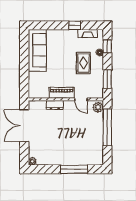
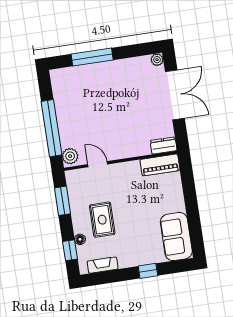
window: (75, 25) -> (148, 271), moved
sofa: (37, 50) -> (176, 237), width x0.73
piano: (62, 93) -> (160, 165), moved
dresser: (55, 105) -> (163, 145), moved
double door: (24, 126) -> (175, 95), moved

